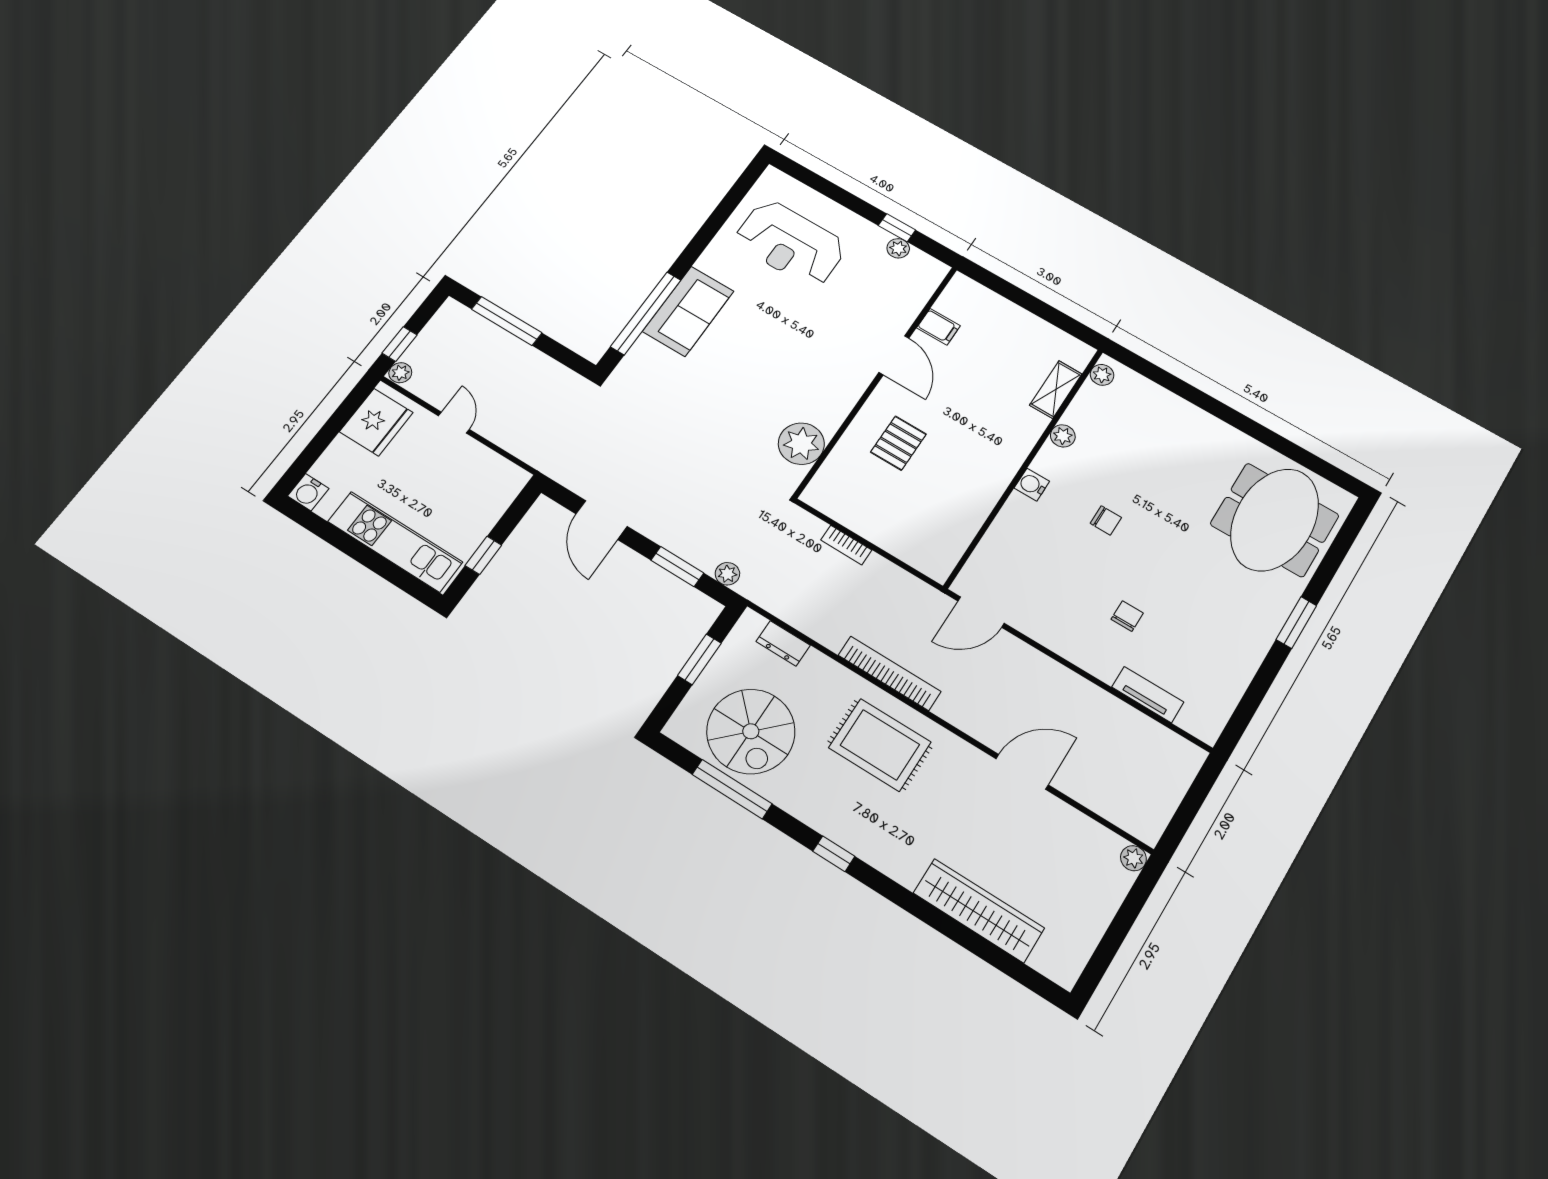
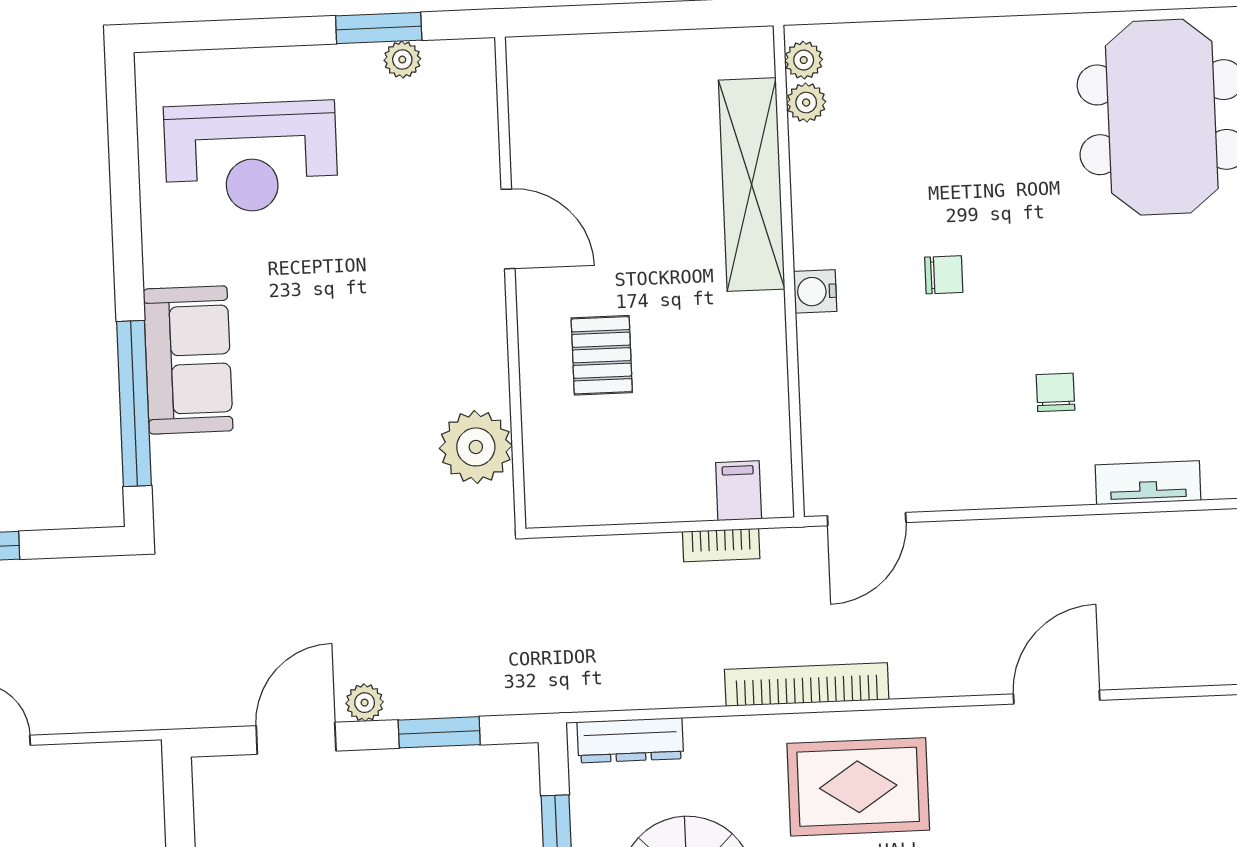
window: (897, 228) -> (379, 28), width x1.50
filing cabinet: (938, 327) -> (739, 491), moved, turned -90
shelving: (1056, 389) -> (752, 185), width x2.20, depth x1.33
plant: (1063, 436) -> (806, 102), moved
door: (602, 520) -> (296, 738), swing flipped
bookcase: (846, 545) -> (721, 545), moved
plant: (727, 574) -> (365, 703), moved
dresser: (783, 643) -> (630, 740), width x1.44

